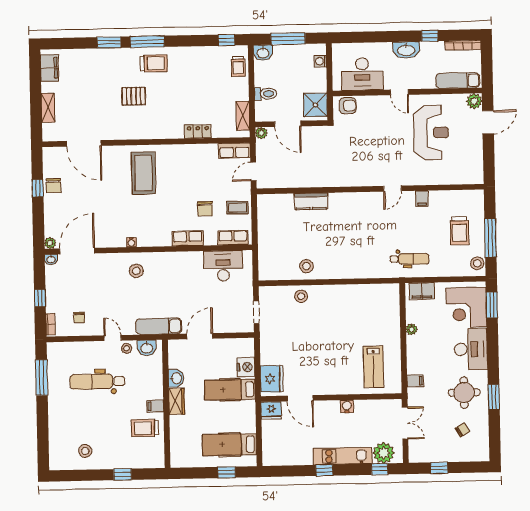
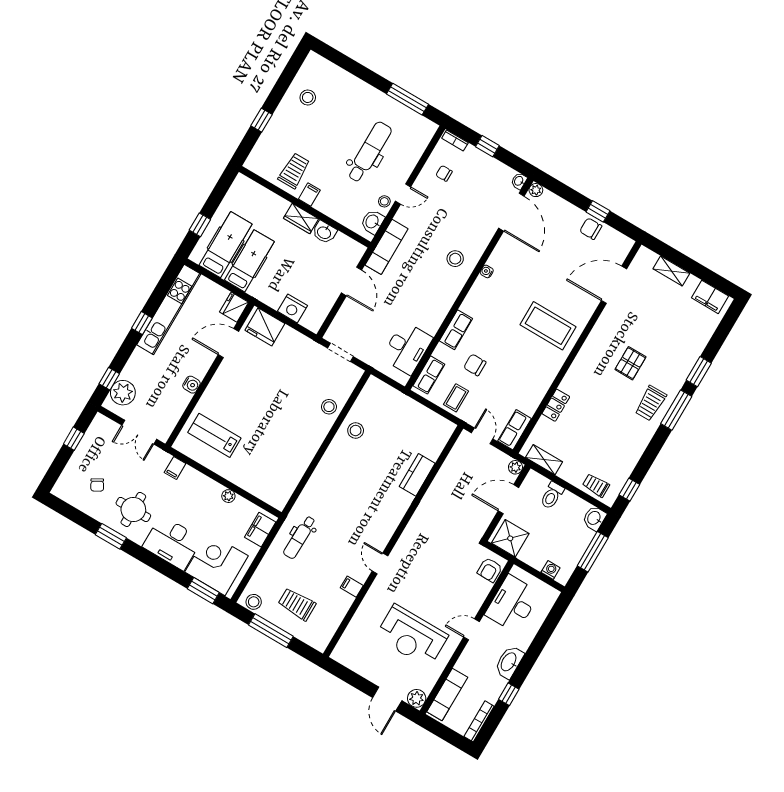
hospital bed: (230, 390) -> (249, 261), moved
kitchen unit: (343, 456) -> (169, 309), moved, width x1.36

